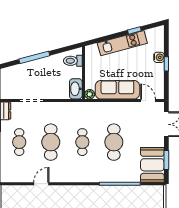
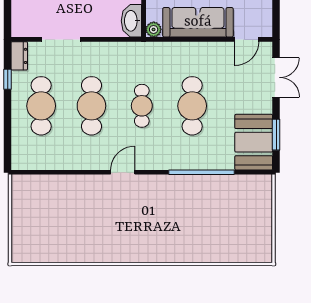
door: (148, 100) -> (247, 39), swing flipped
cafe table: (19, 142) -> (41, 106), width x1.37, depth x1.35
door: (41, 184) -> (123, 172), moved

